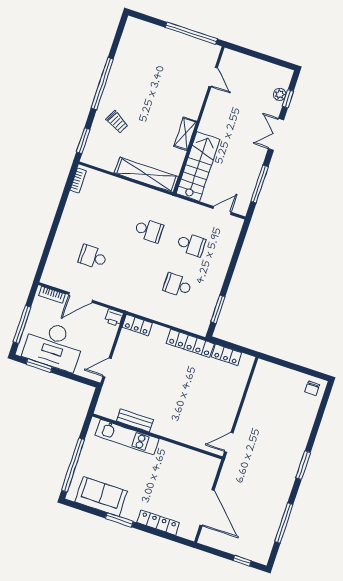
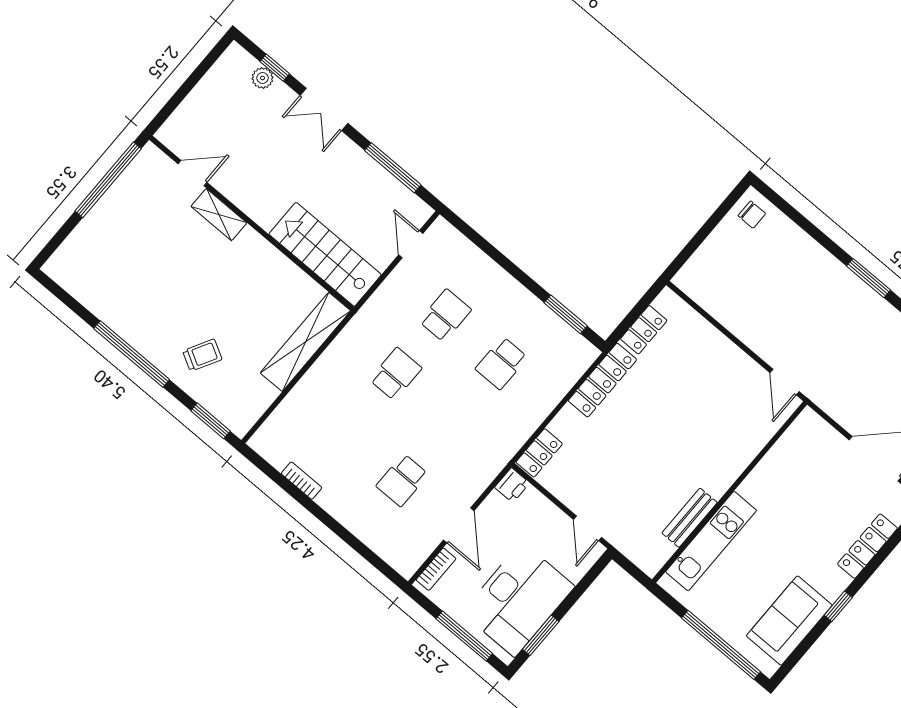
shelving: (185, 134) -> (219, 215), moved
bookcase: (78, 181) -> (301, 481), moved
window: (119, 520) -> (838, 606), width x0.67

